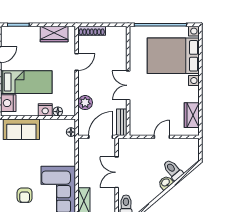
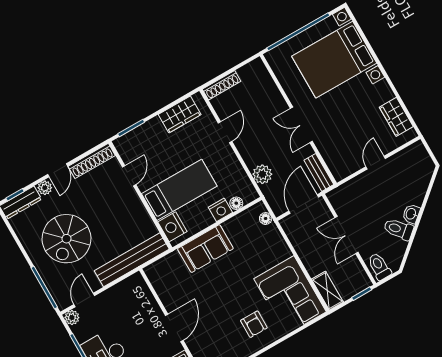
toilet: (173, 170) -> (399, 229), moved

